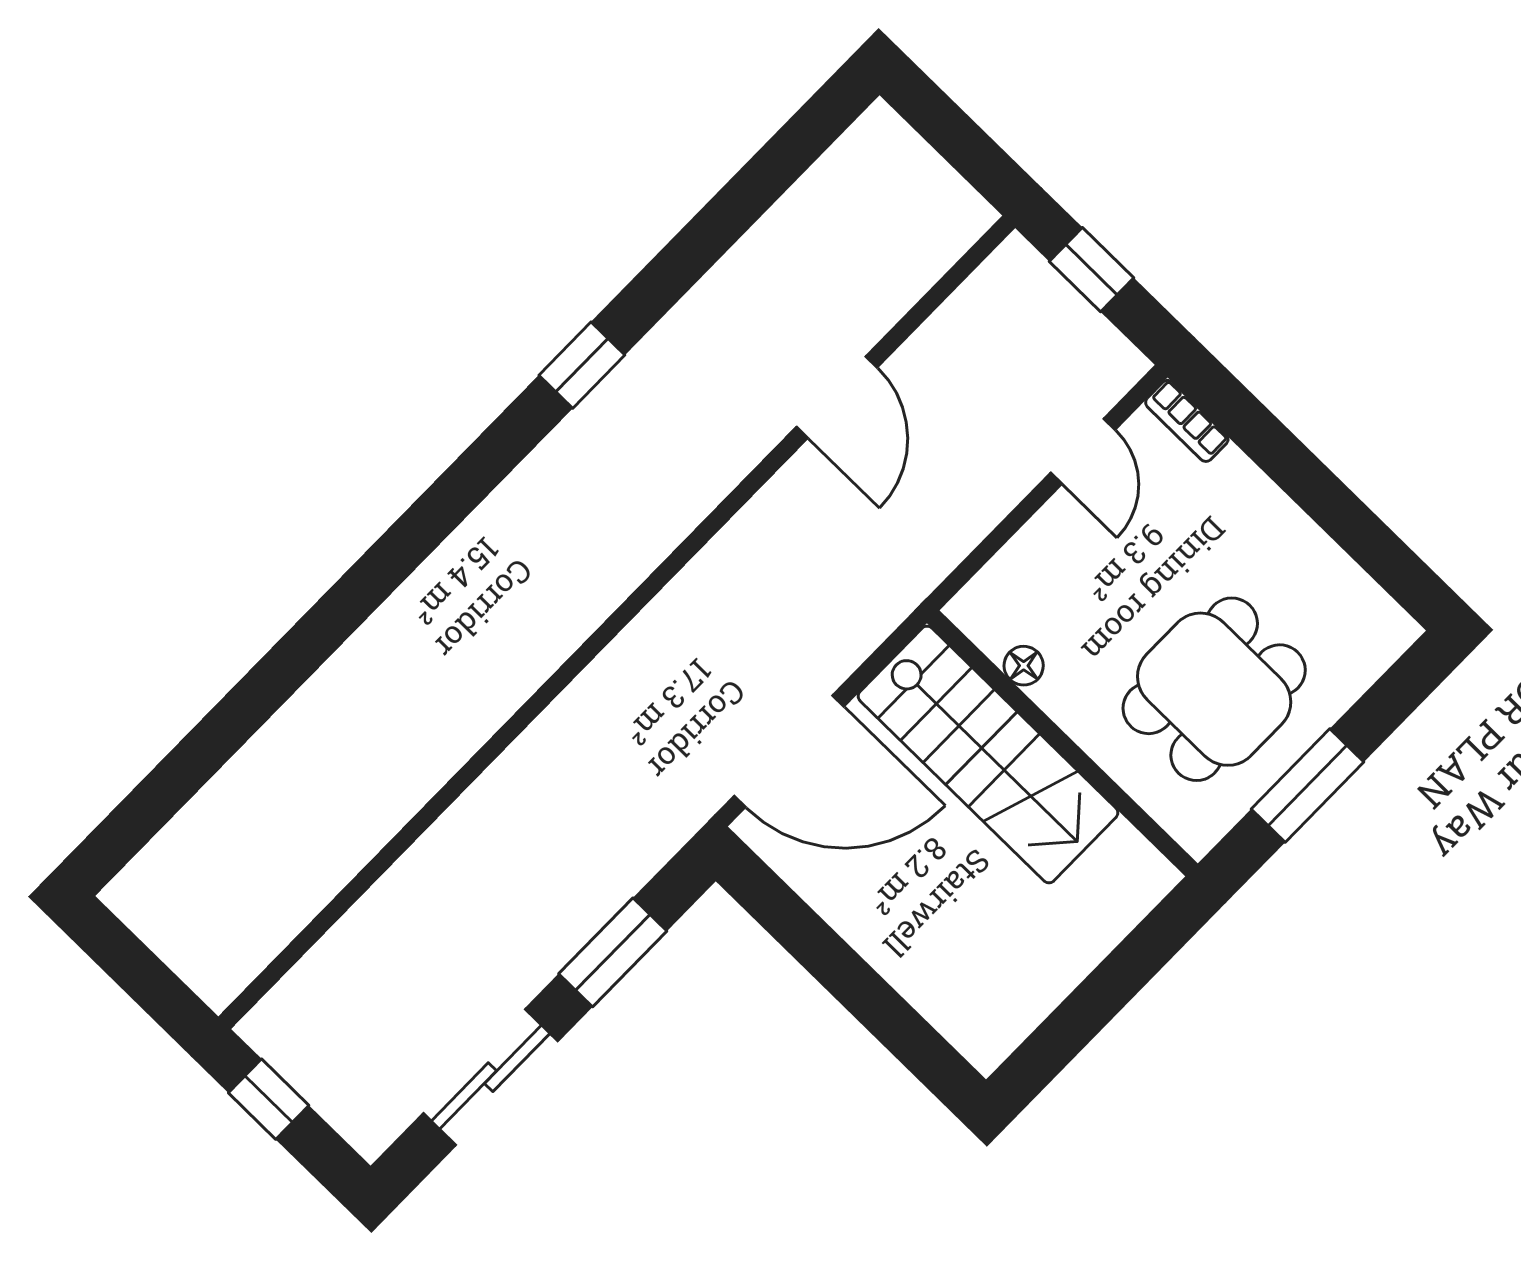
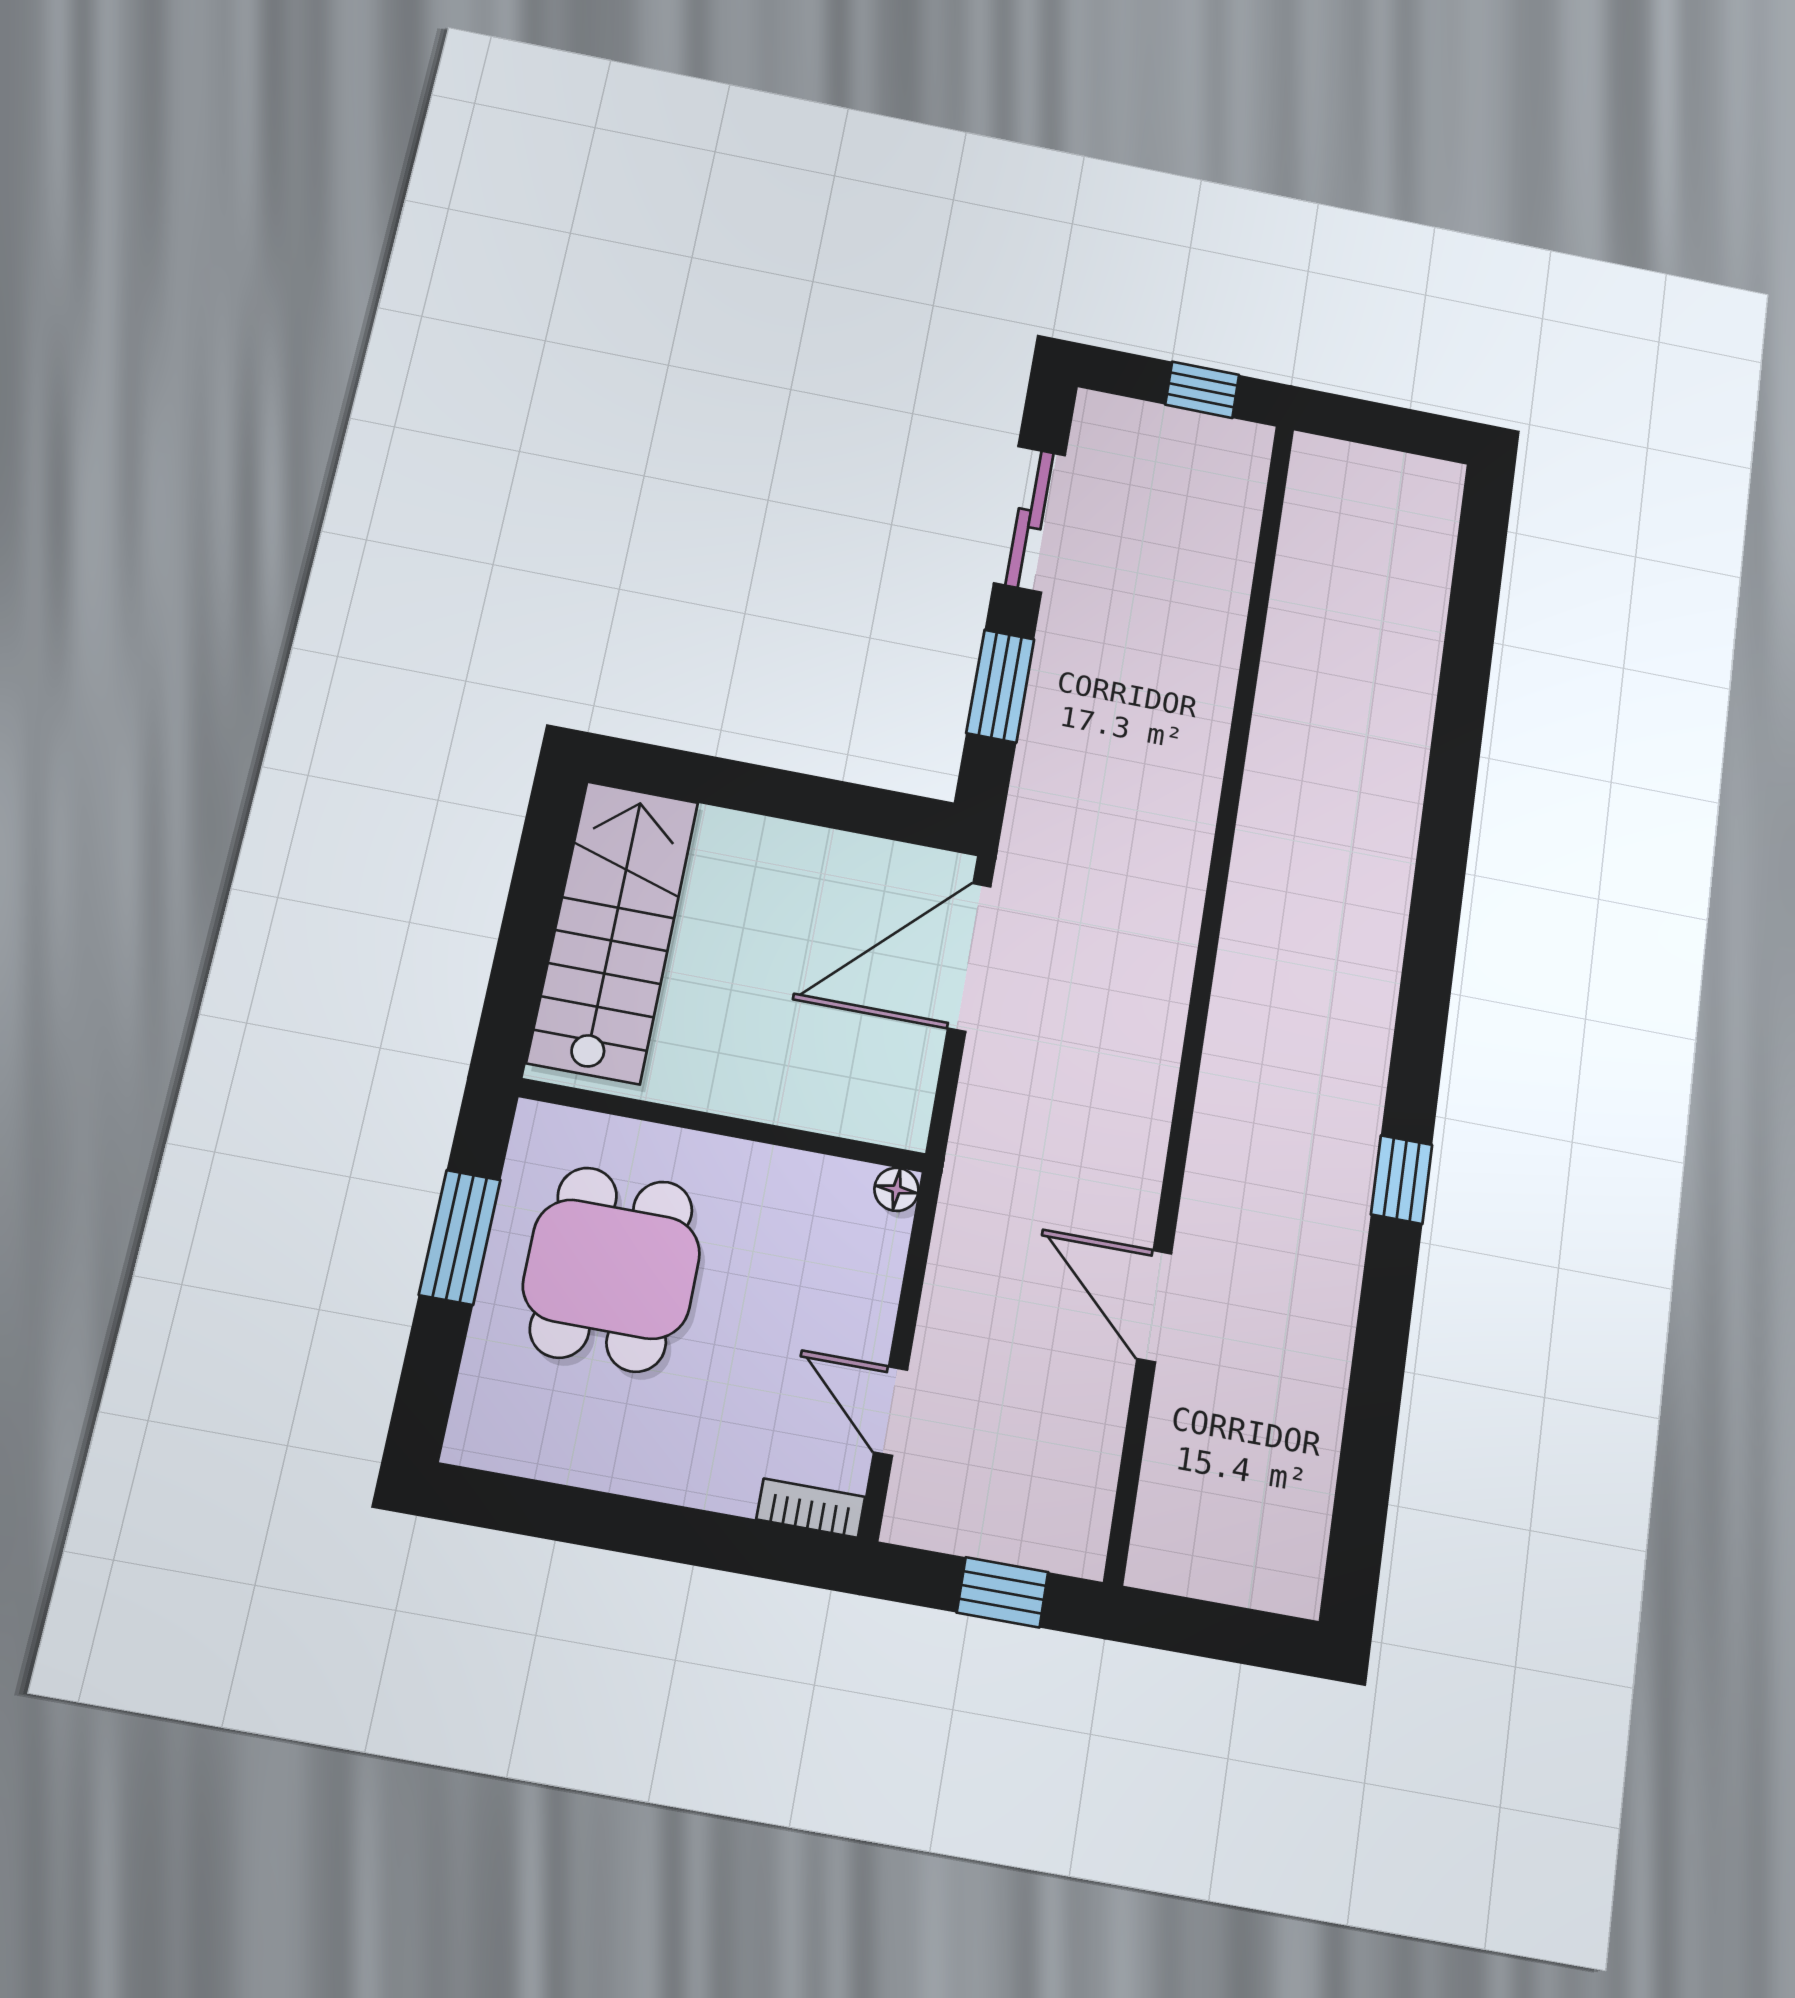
floor lamp: (1024, 666) -> (896, 1189), moved
stairs: (988, 754) -> (613, 931), moved, turned 90

